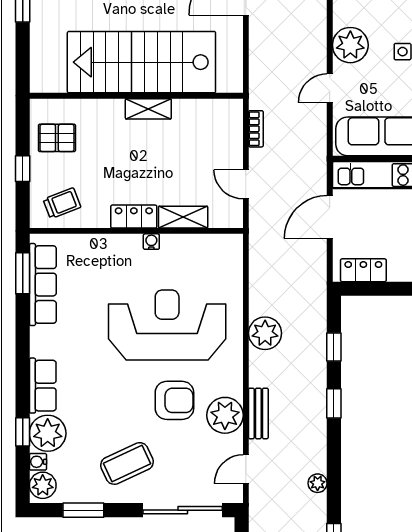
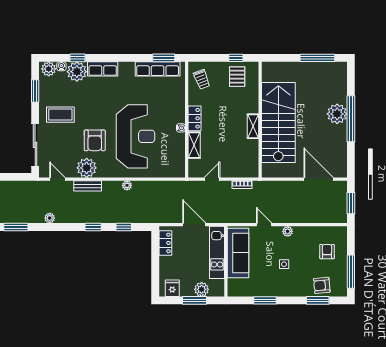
plant: (350, 45) -> (288, 231), width x0.53, depth x0.53
window: (23, 169) -> (236, 58), moved
plant: (265, 333) -> (127, 185), width x0.53, depth x0.53
coffee table: (127, 463) -> (60, 115), turned -65

